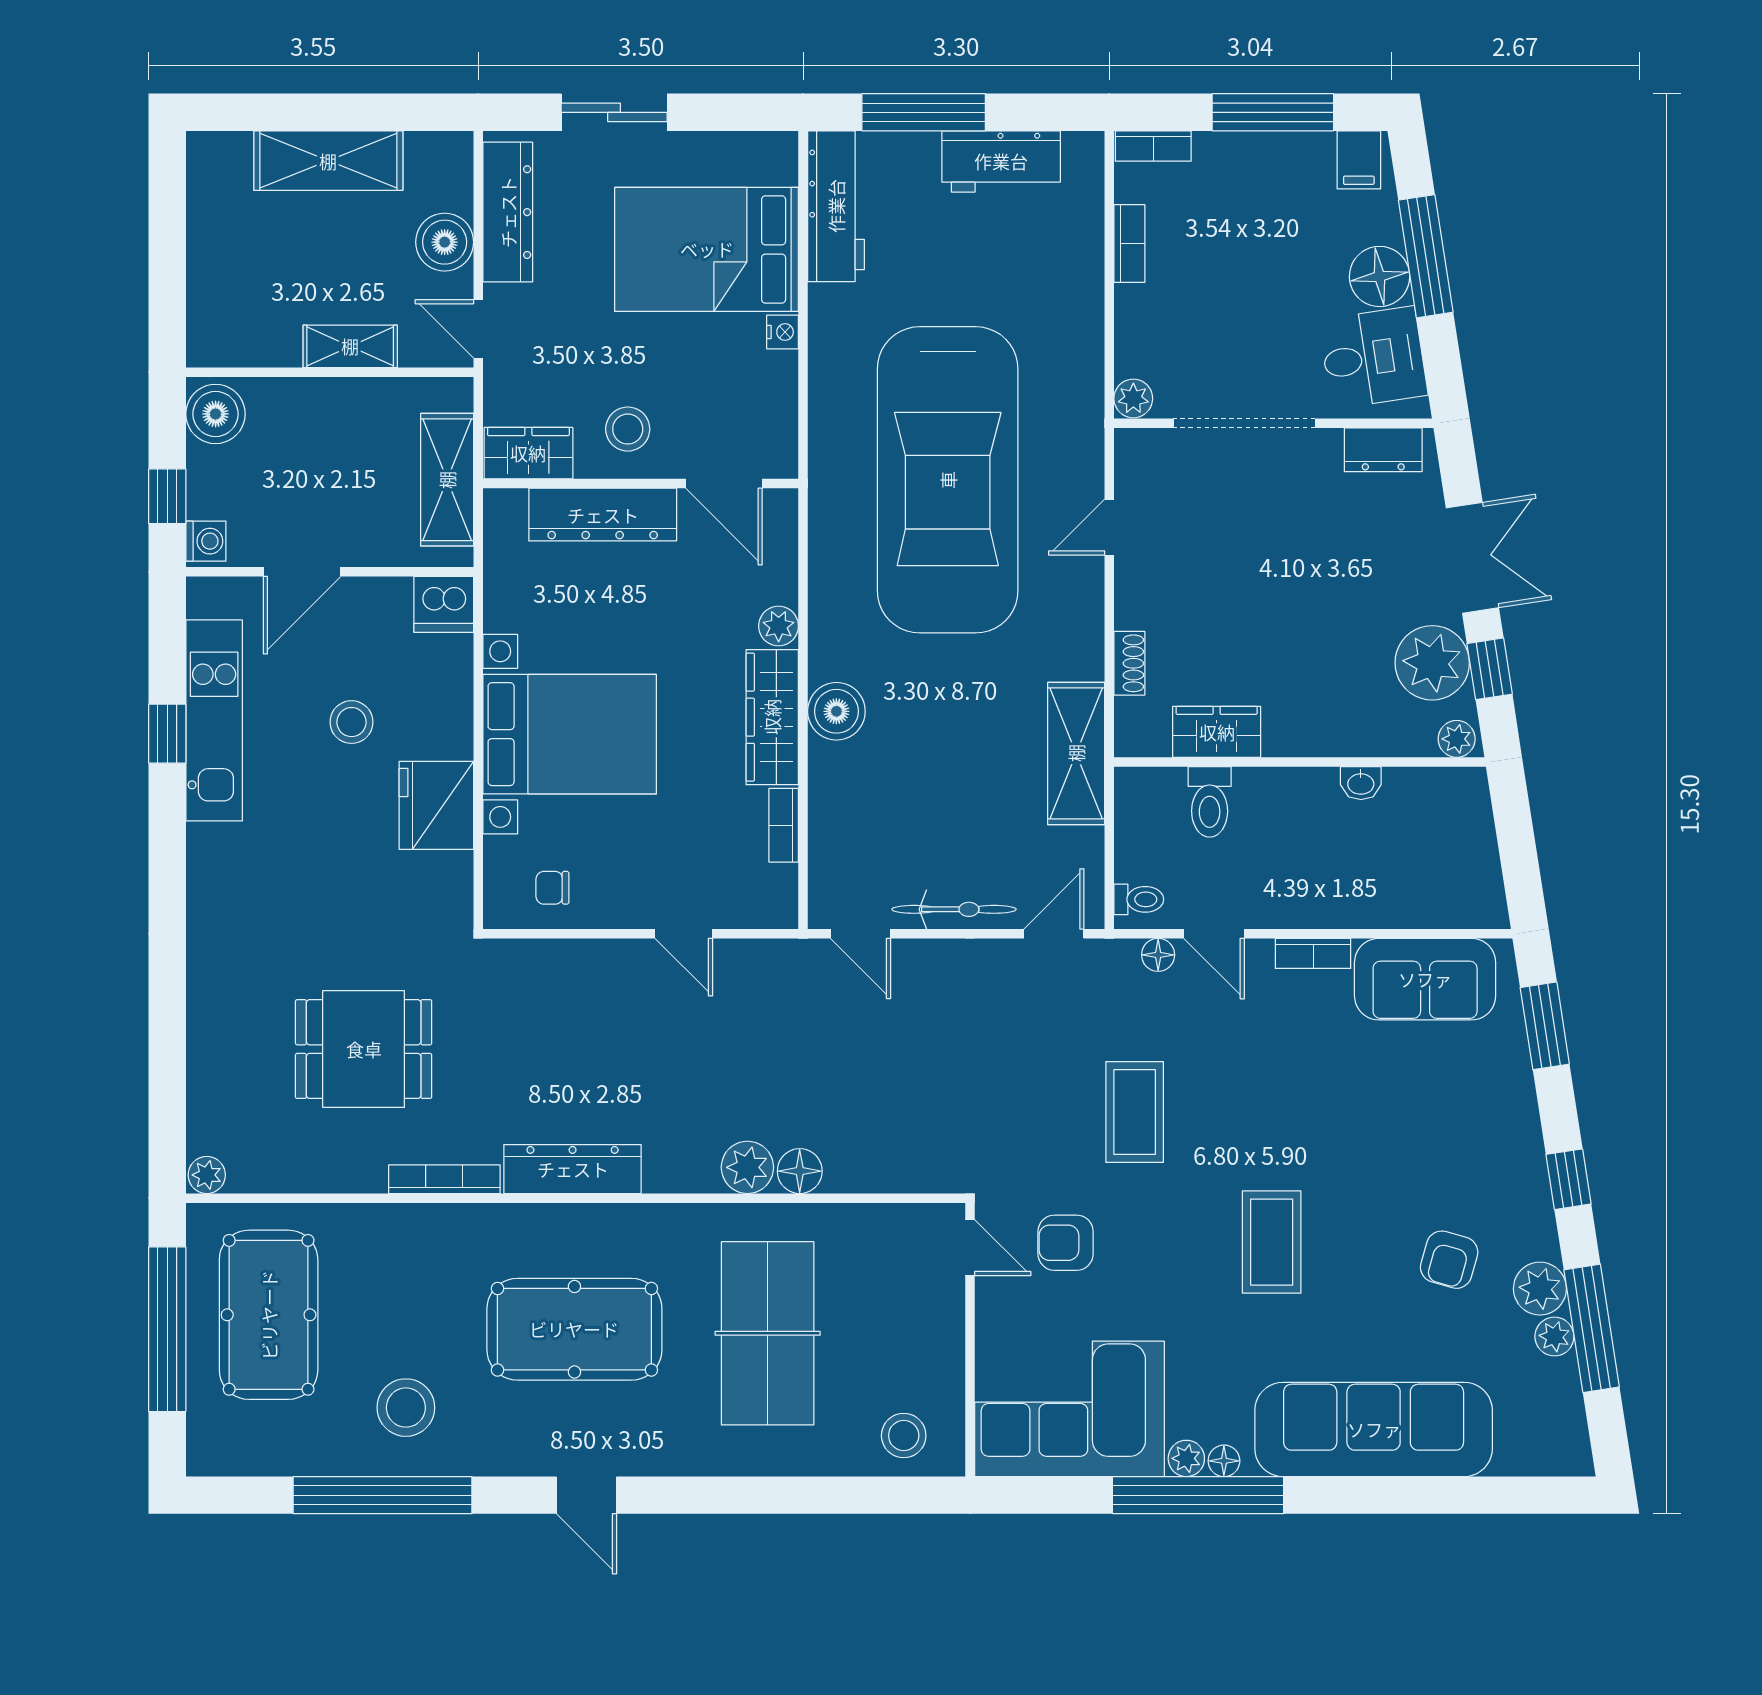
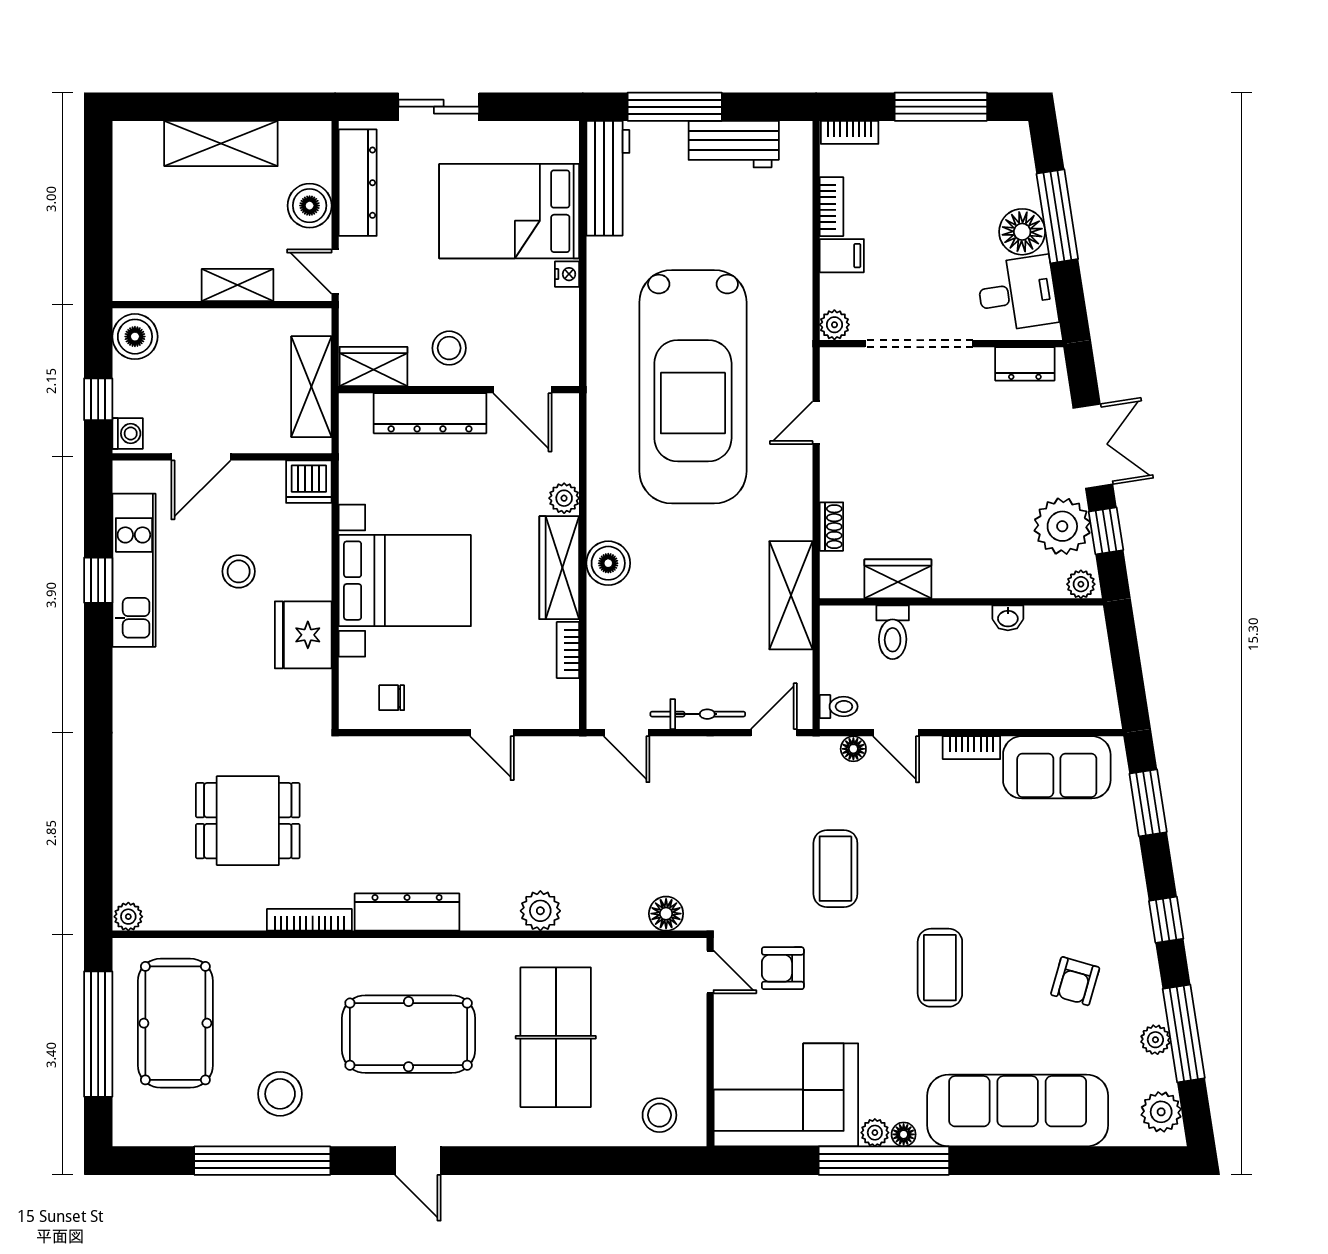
filing cabinet: (1359, 160) -> (842, 256), moved, turned -90
floor lamp: (800, 1171) -> (666, 914), moved
plant: (1540, 1289) -> (1161, 1112), moved

